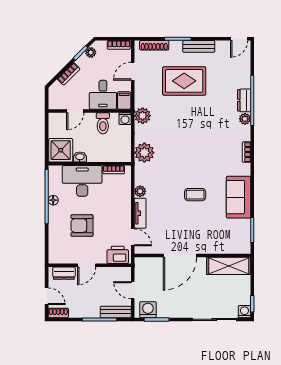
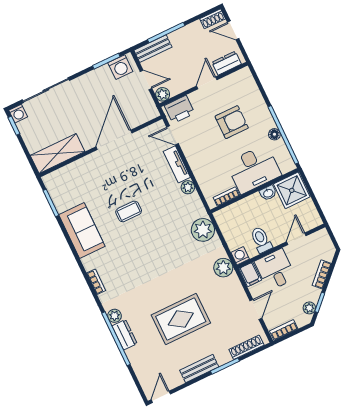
rug: (184, 81) -> (181, 319), moved
plant: (125, 273) -> (163, 94), added

